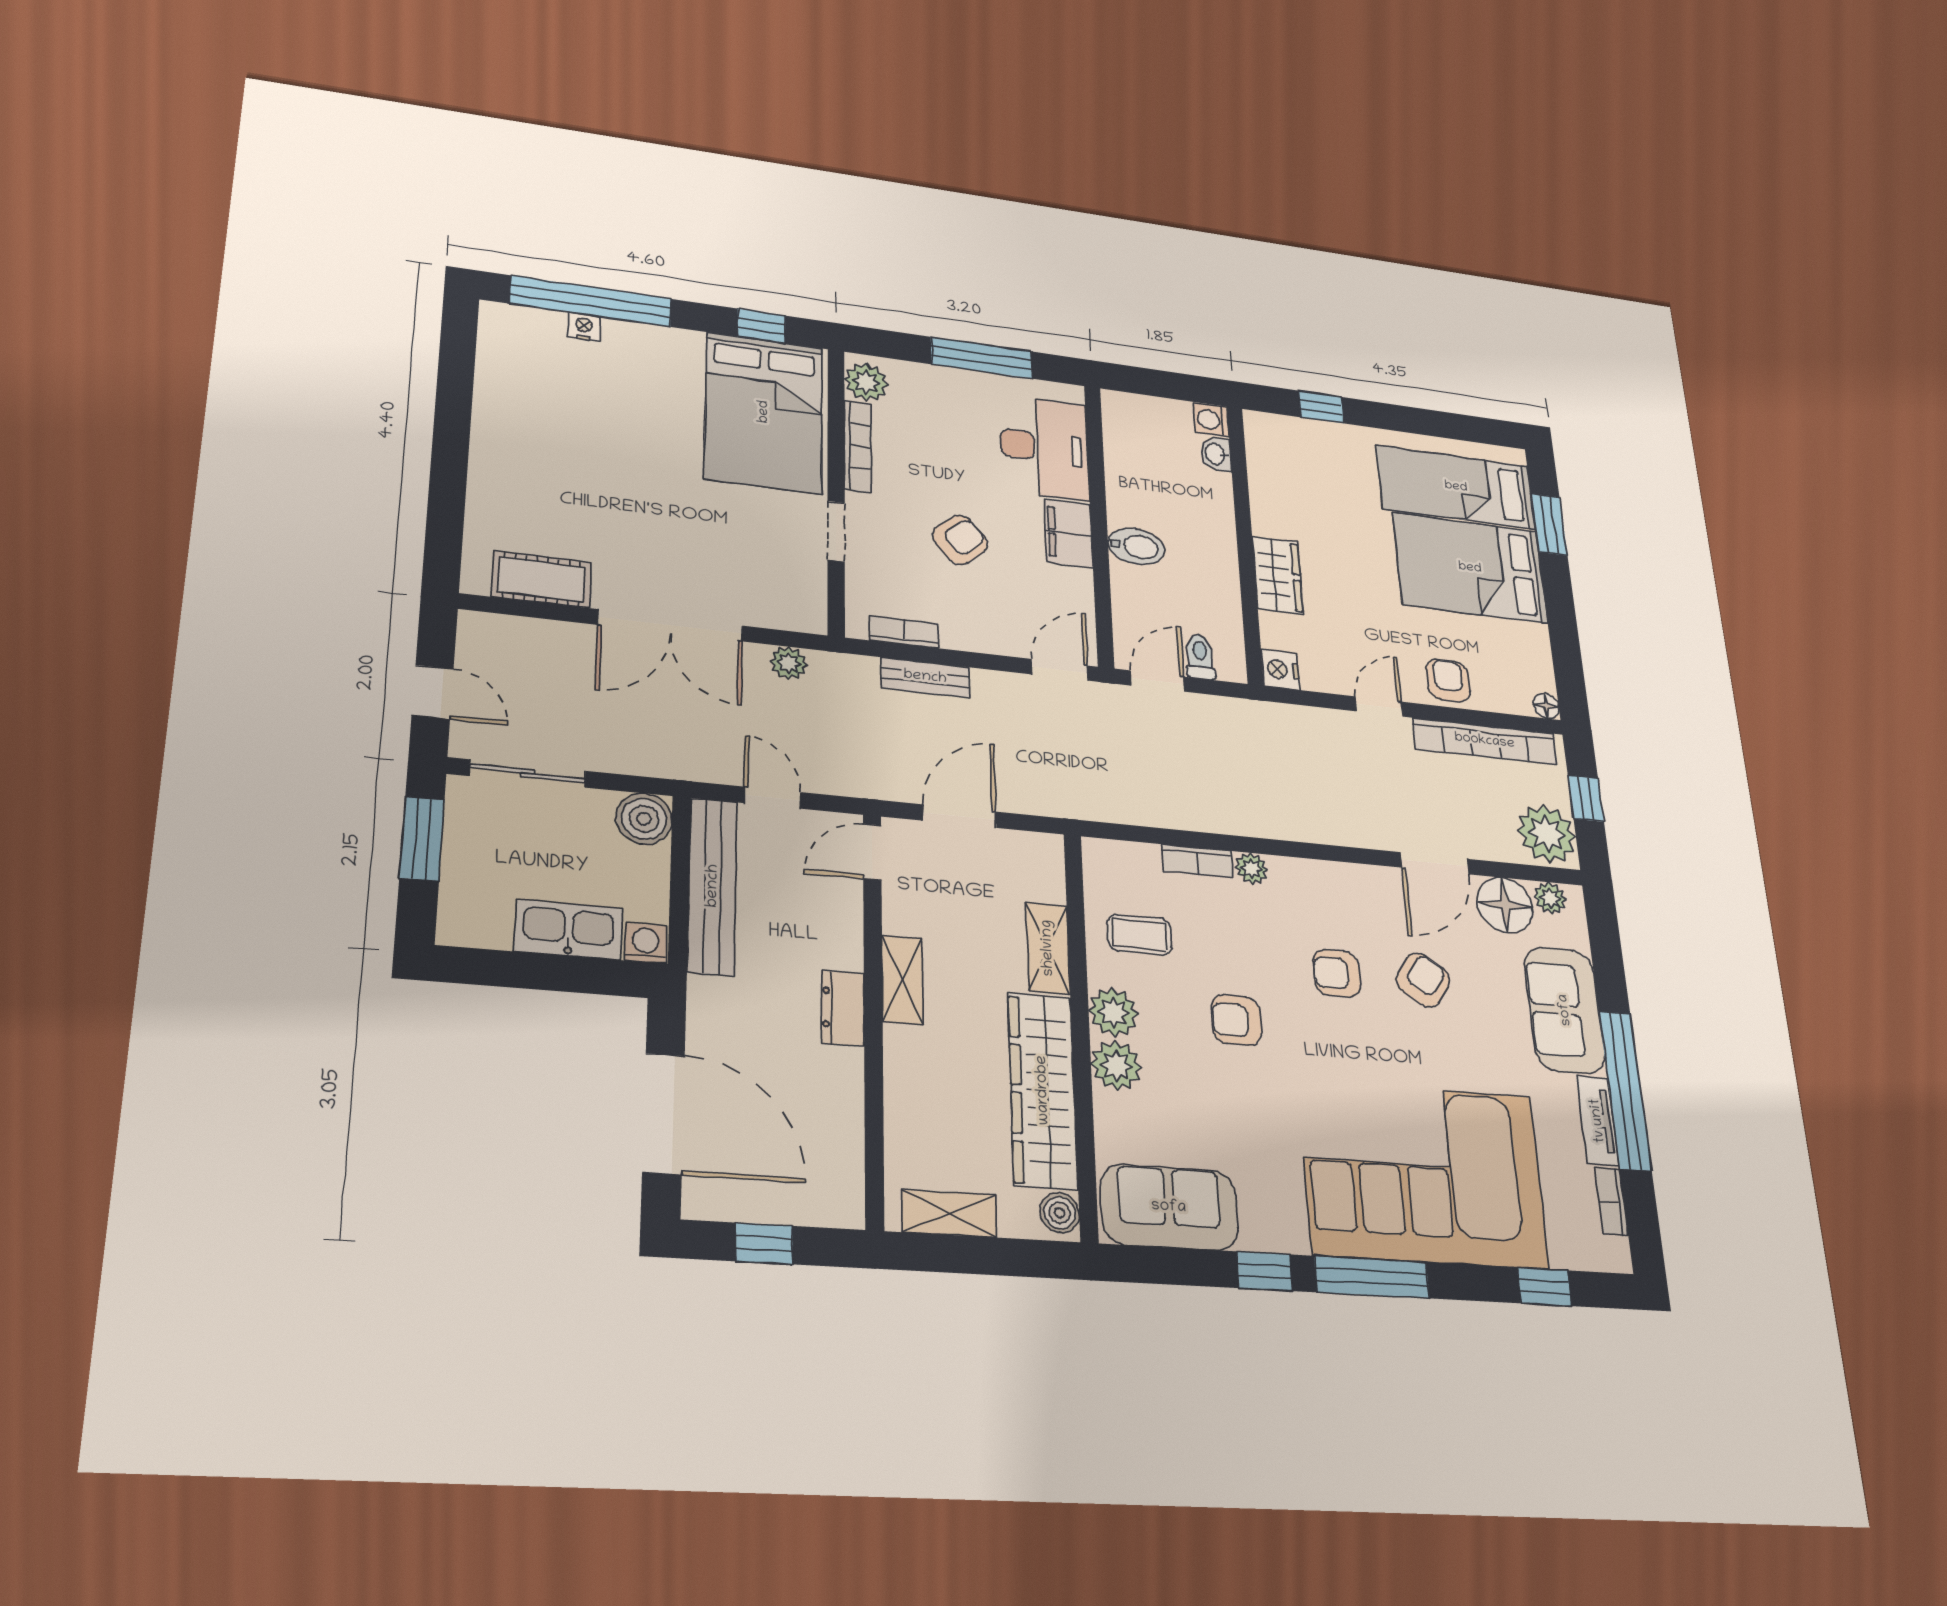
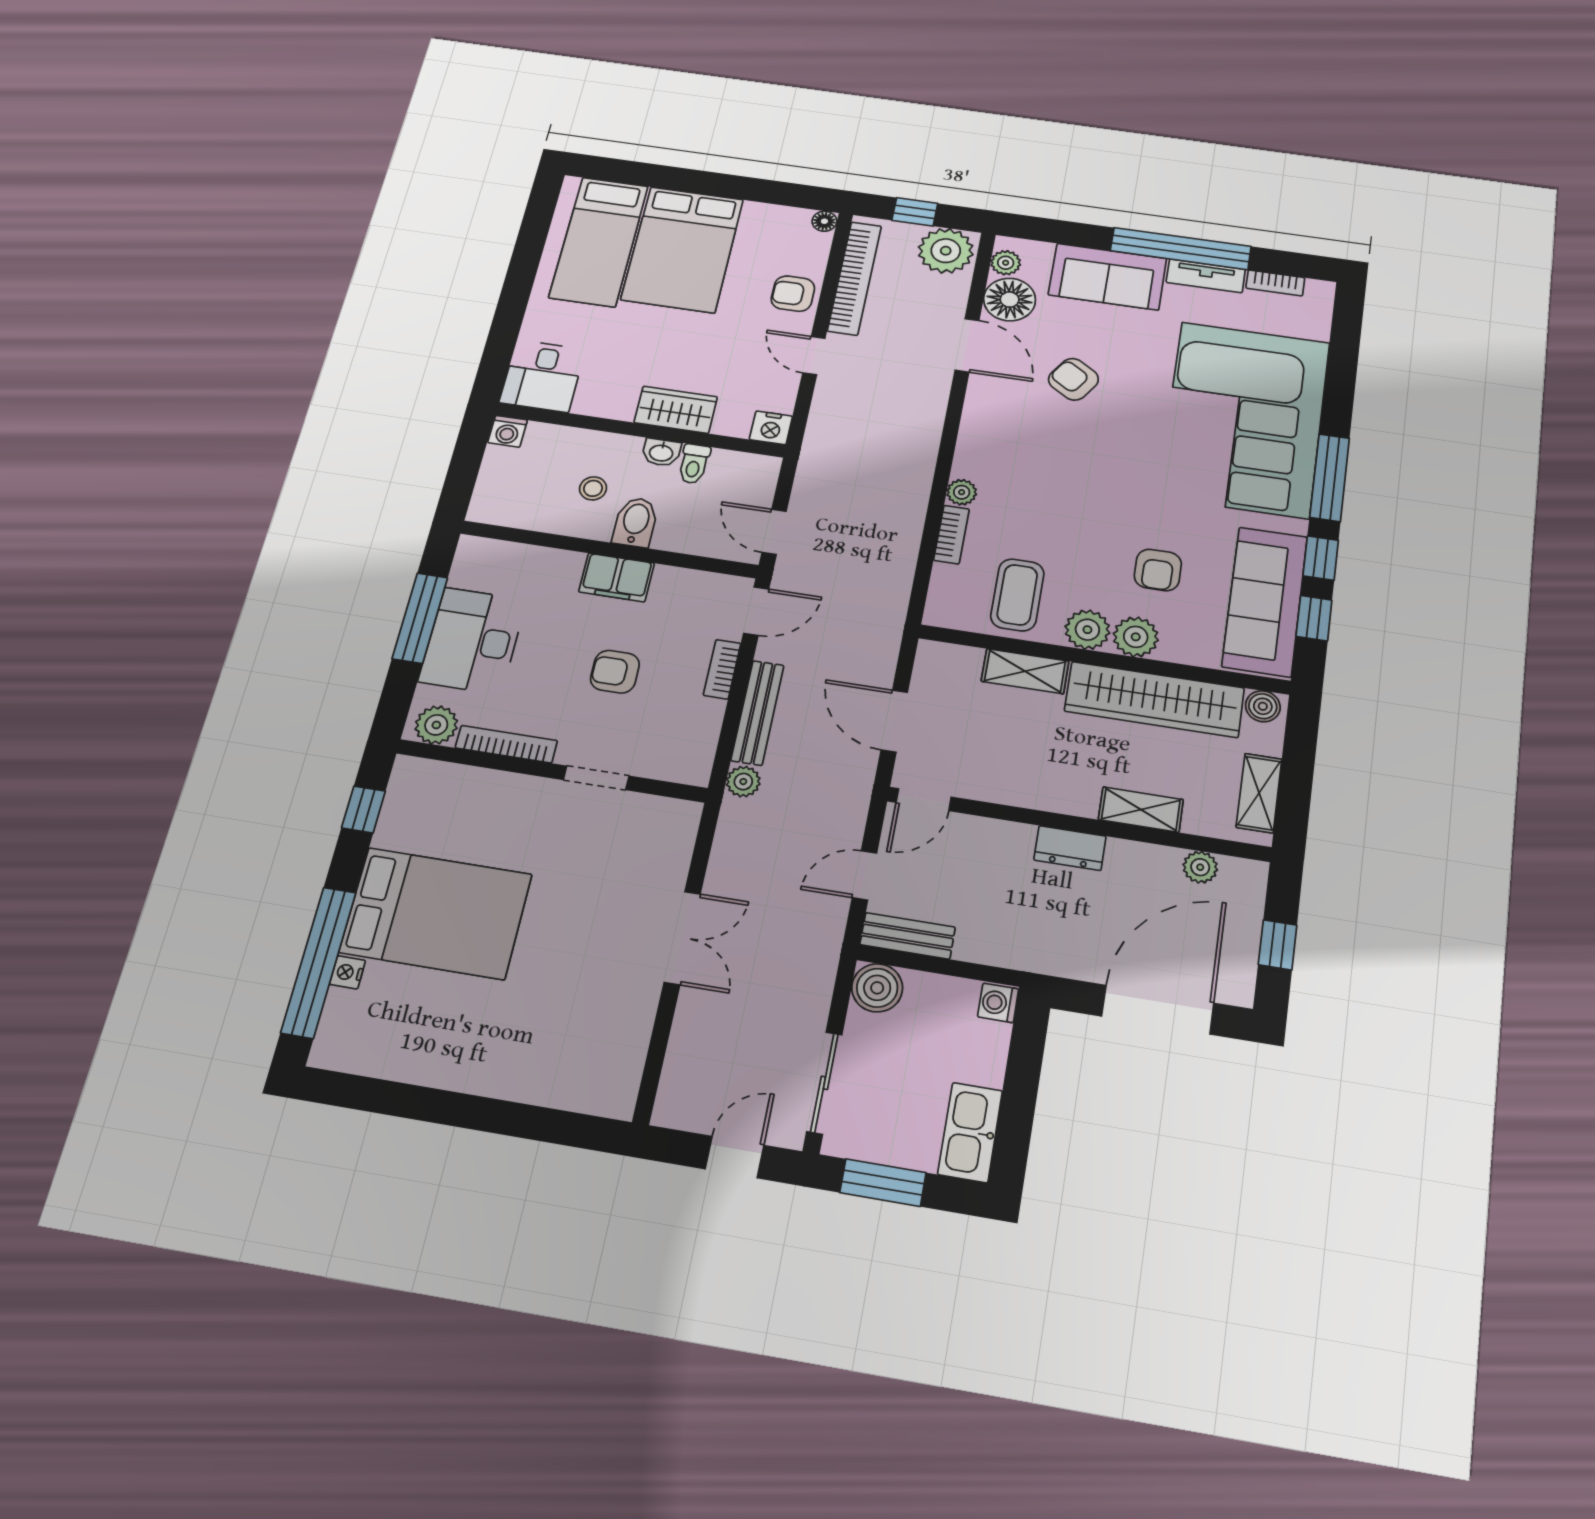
window: (1321, 407) -> (503, 335), removed
bed: (764, 412) -> (436, 913), moved
desk: (1284, 447) -> (542, 376), added
desk: (1044, 448) -> (473, 641), moved, turned -90
washbasin: (1216, 454) -> (661, 452), moved
stool: (1166, 504) -> (593, 488), added
window: (1549, 524) -> (644, 174), removed
armchair: (960, 540) -> (615, 672), turned -50
cot: (542, 579) -> (624, 1046), removed
double door: (671, 625) -> (682, 938), width x0.73
bookcase: (904, 632) -> (722, 669), moved
toilet: (1200, 657) -> (694, 464), moved, turned -90
plant: (789, 663) -> (743, 782), moved
door: (1060, 670) -> (756, 611), swing flipped
bench: (925, 677) -> (757, 713), width x1.36
door: (872, 852) -> (924, 800), hinge flipped
bench: (713, 886) -> (908, 936), width x0.54, depth x0.82
kitchen sink: (569, 930) -> (970, 1132), moved
coffee table: (1140, 935) -> (1017, 595), width x1.36, depth x1.30
armchair: (1337, 973) -> (1063, 446), removed
shelving: (903, 980) -> (1141, 810), moved
armchair: (1236, 1020) -> (1158, 570), moved
plant: (845, 1152) -> (1200, 867), added
sofa: (1169, 1207) -> (1265, 601), width x1.36
window: (1544, 1287) -> (1314, 618), moved

